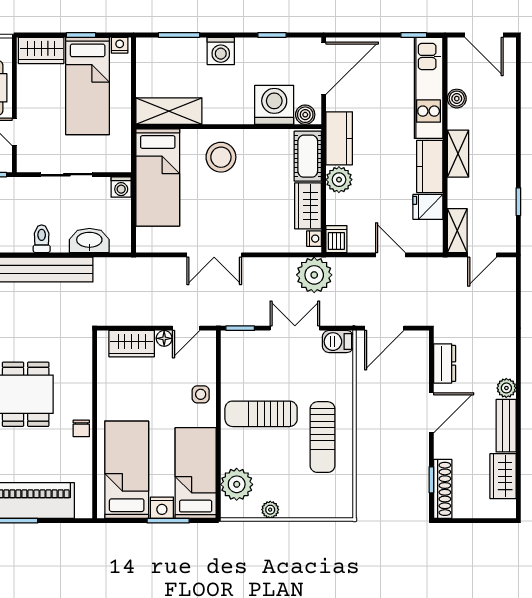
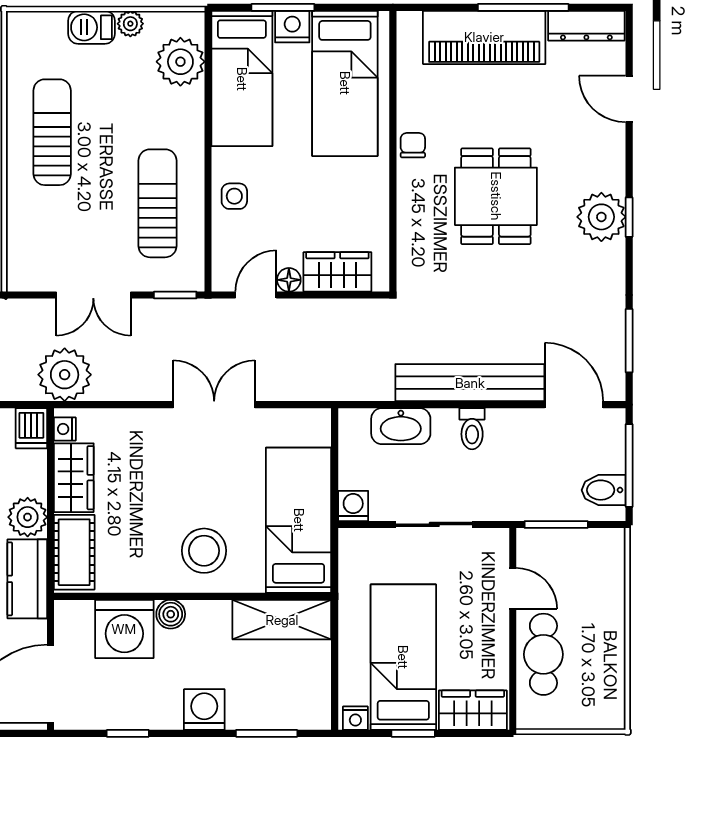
boiler: (305, 115) -> (171, 614), moved
barbecue: (338, 342) -> (91, 27), moved, turned 180
sun lounger: (261, 414) -> (157, 203), moved, turned -90

